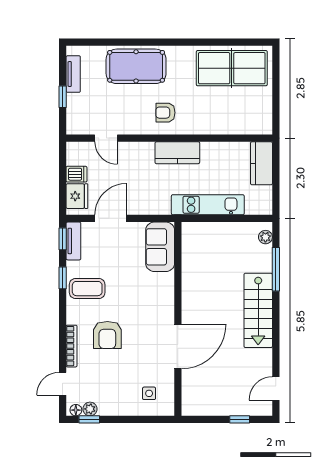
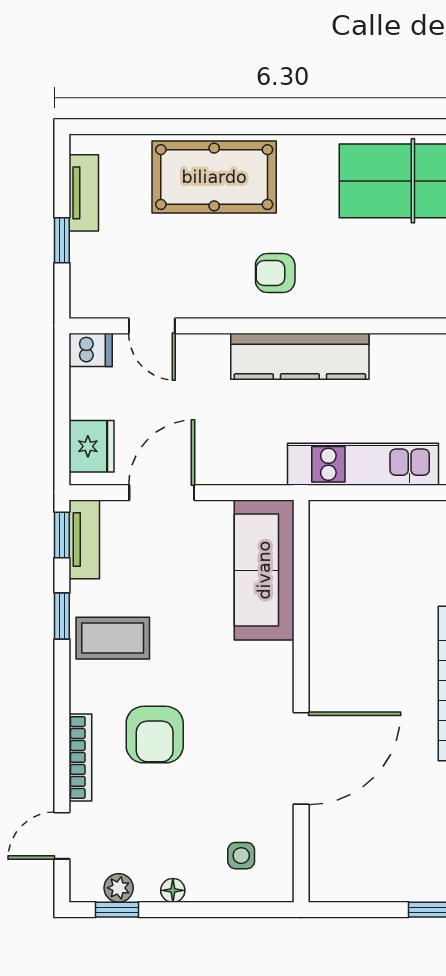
kitchen counter: (177, 153) -> (300, 356), width x1.50
dishwasher: (77, 174) -> (91, 350), moved
sofa: (160, 247) -> (264, 570), width x1.36
floor lamp: (76, 410) -> (173, 890), moved

